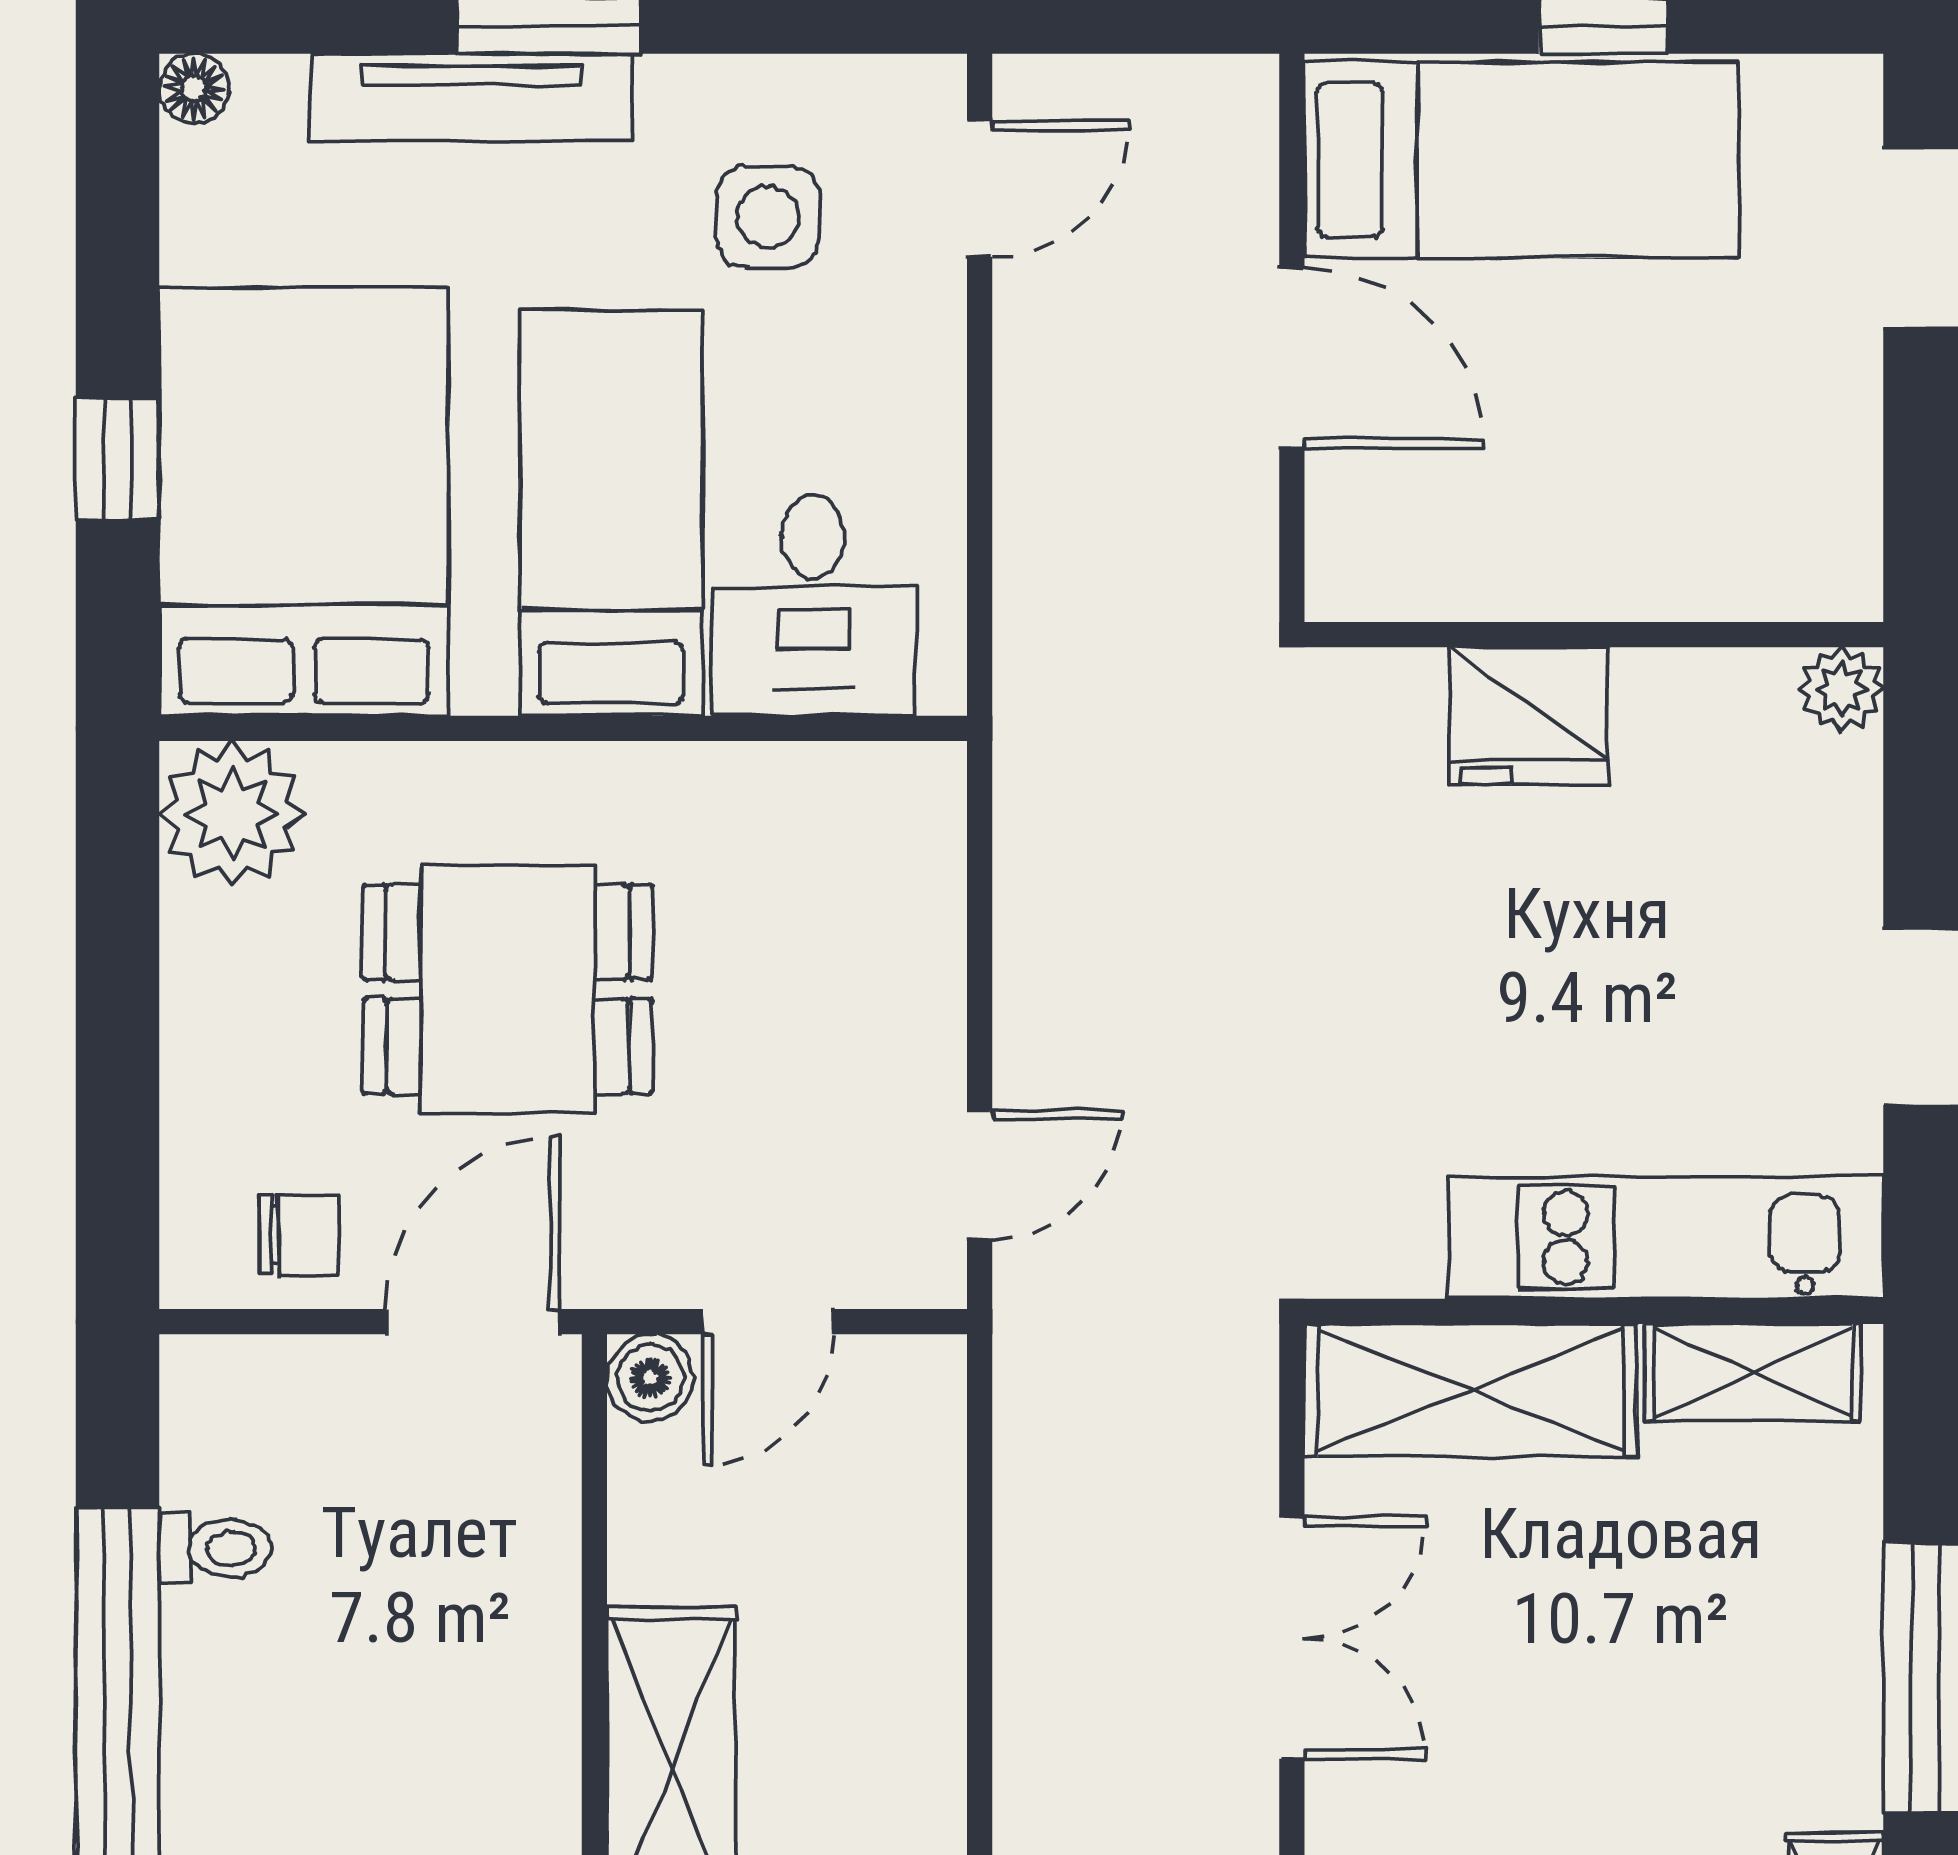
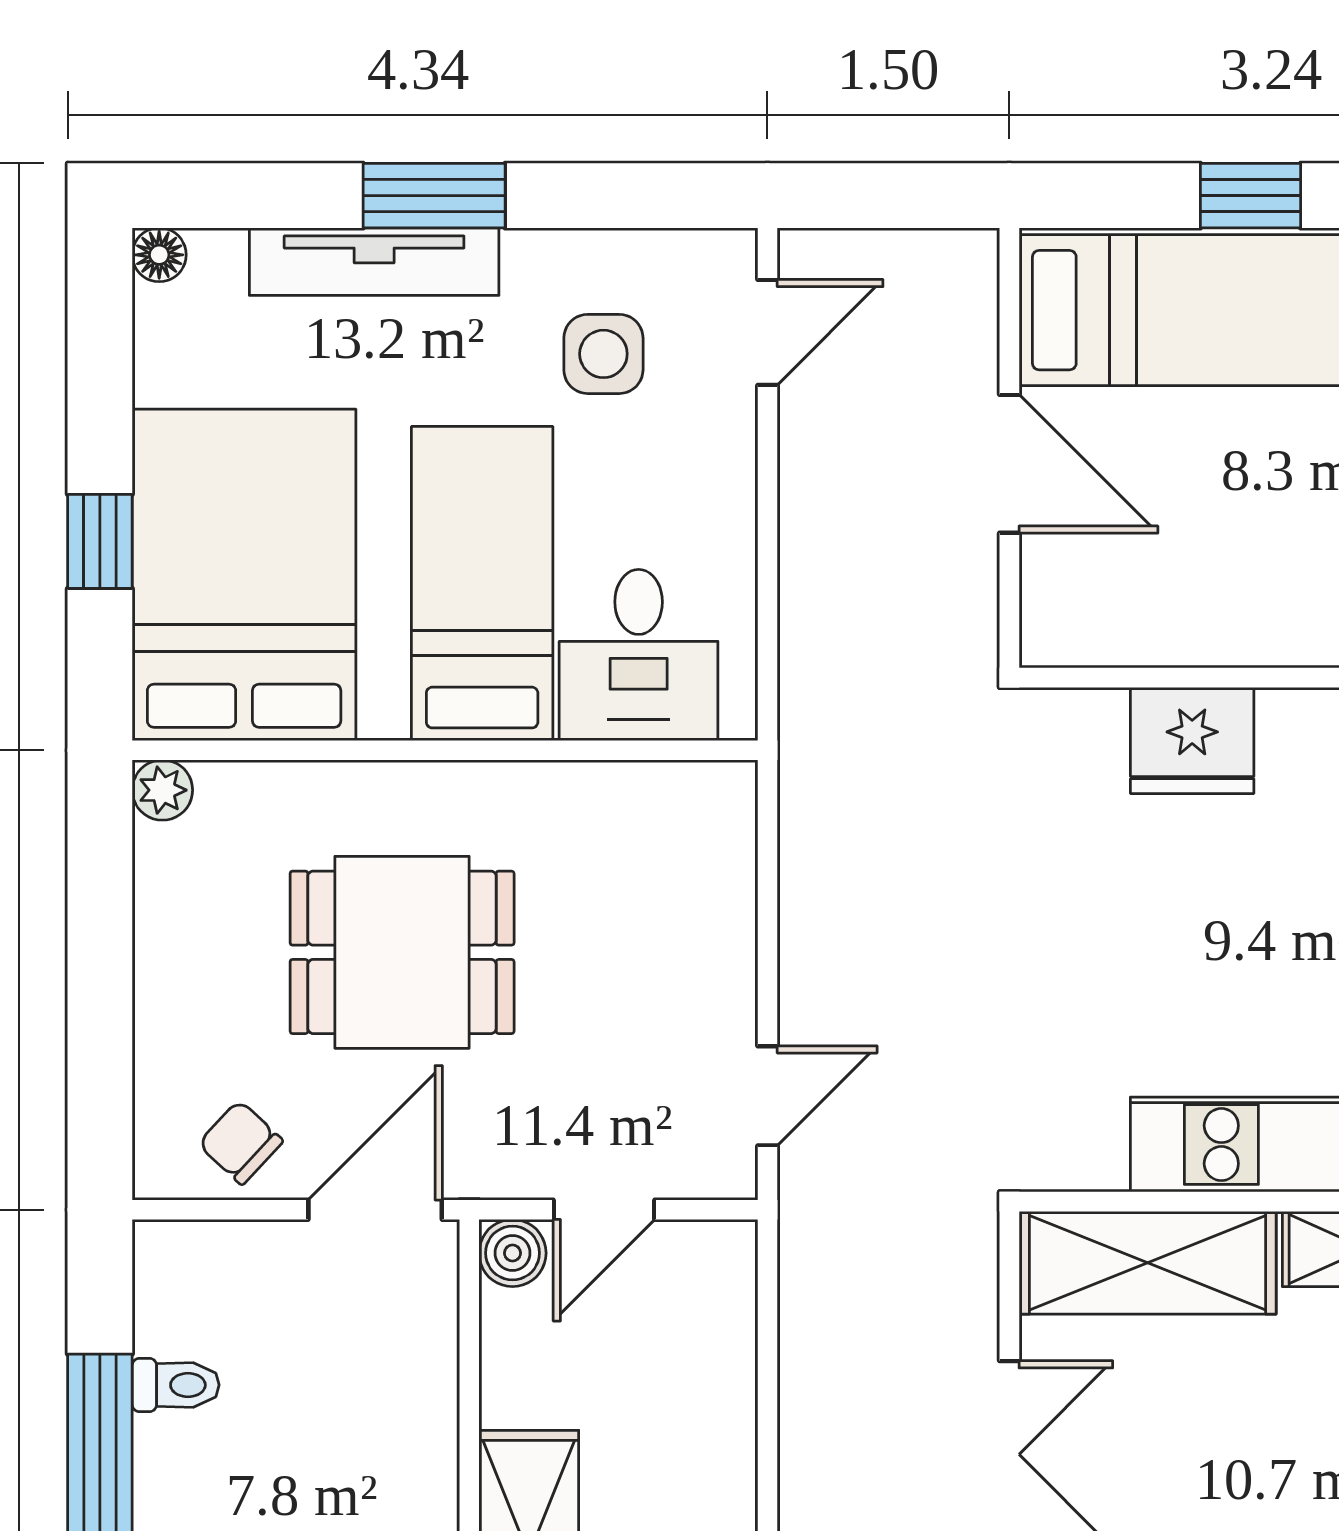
plant: (232, 814) -> (162, 790), width x0.53, depth x0.53
chair: (299, 1235) -> (241, 1142), turned -137

